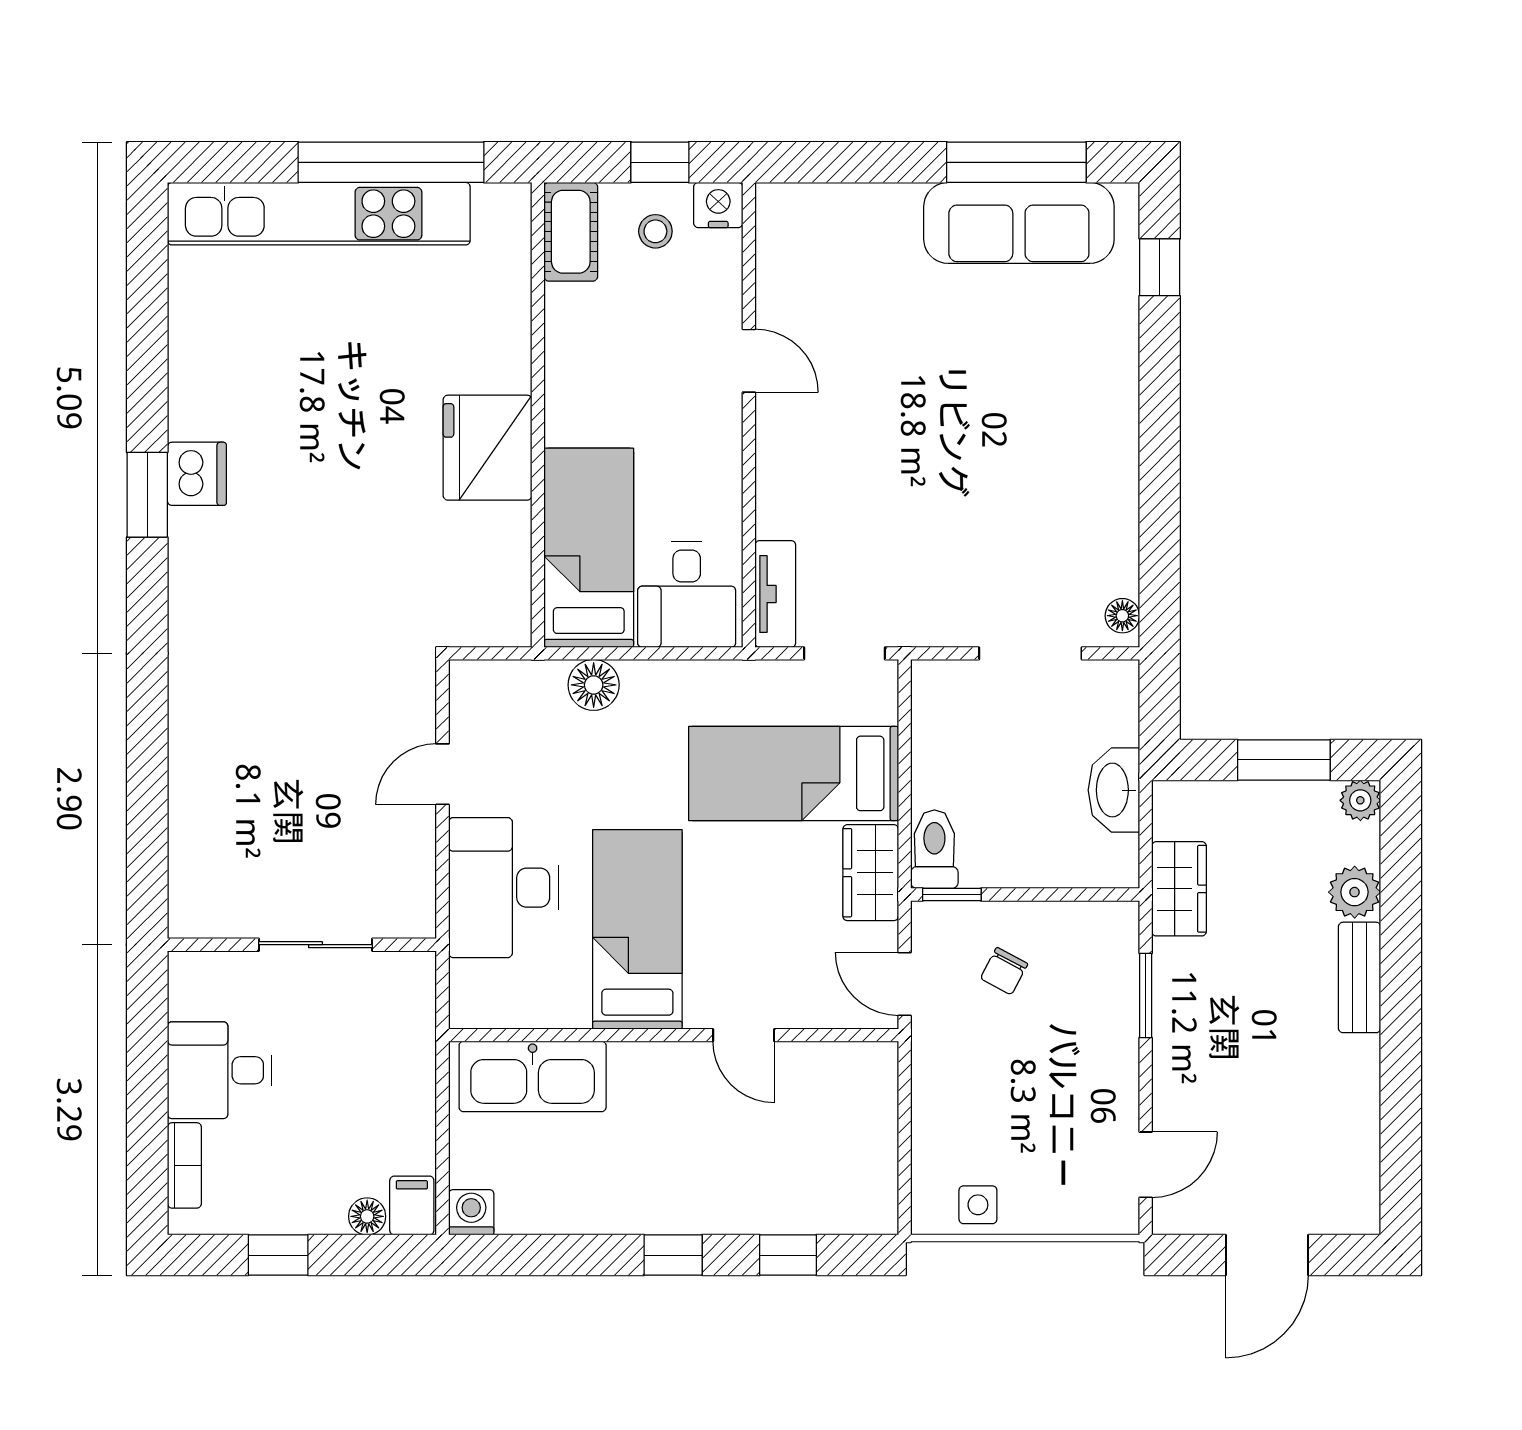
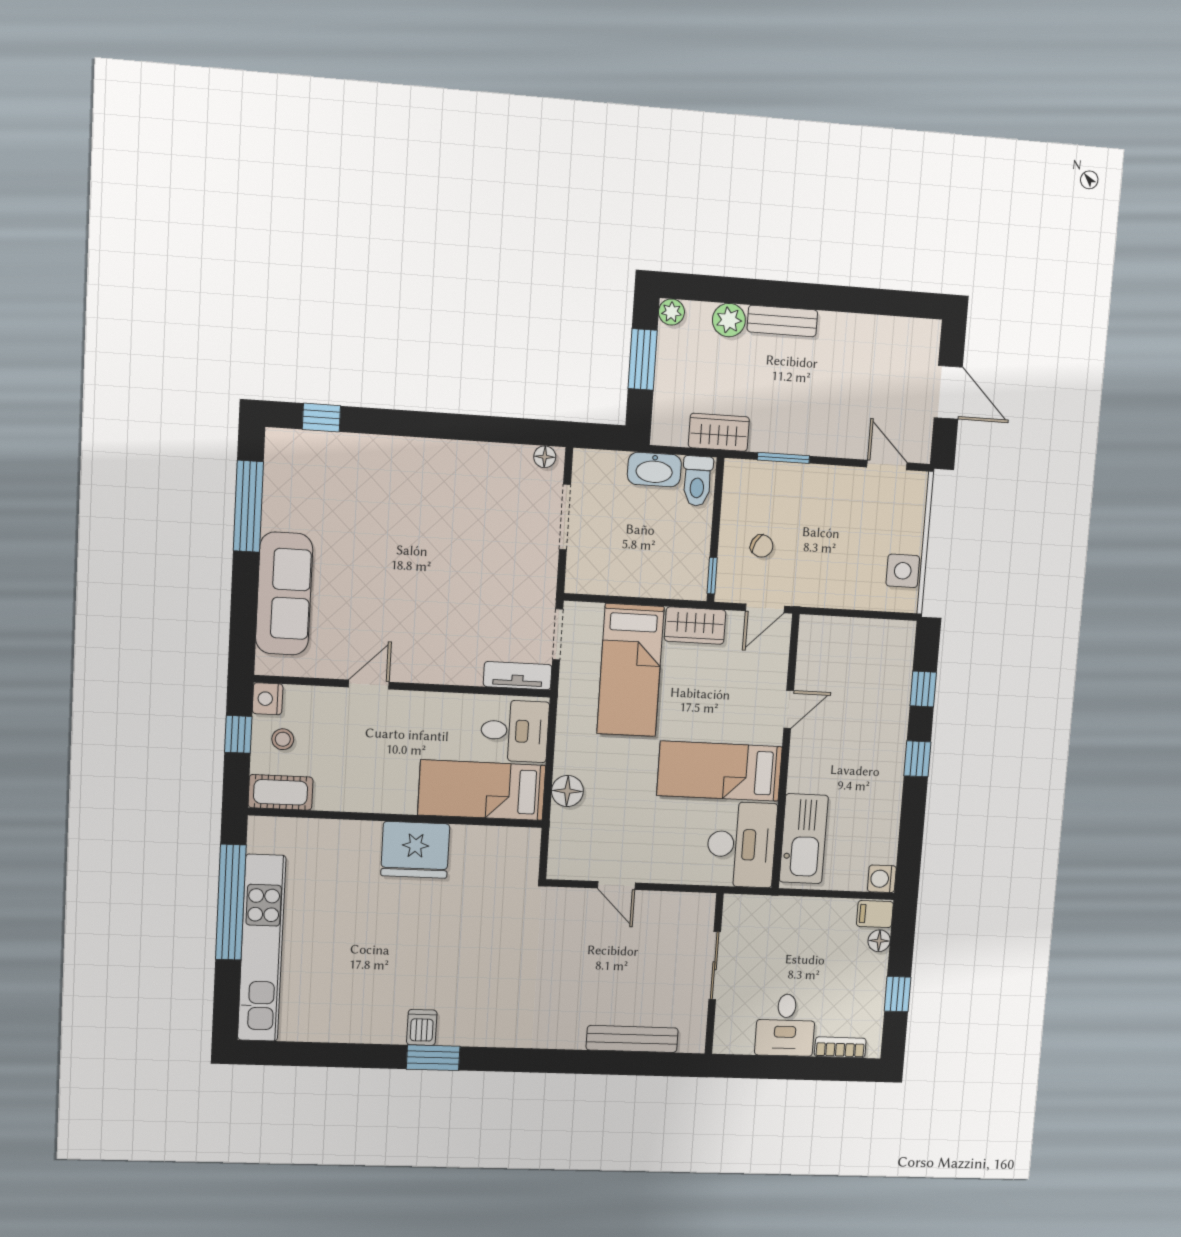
sofa: (1019, 223) -> (284, 594), moved
dishwasher: (197, 474) -> (422, 1027), width x0.73
bench: (188, 817) -> (632, 1039), added
toilet: (934, 849) -> (697, 481), moved, turned -90
desk: (504, 888) -> (741, 845), moved, turned -90
side table: (978, 1205) -> (903, 571), width x1.37, depth x1.37

